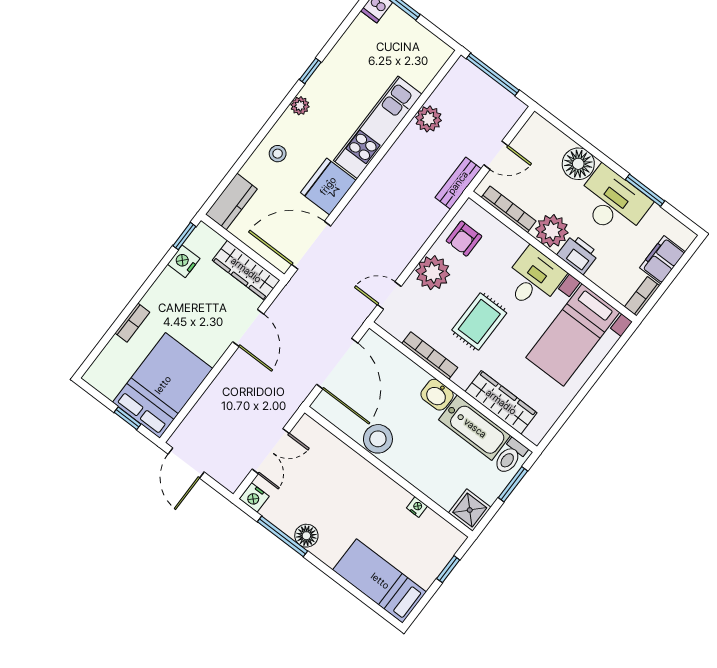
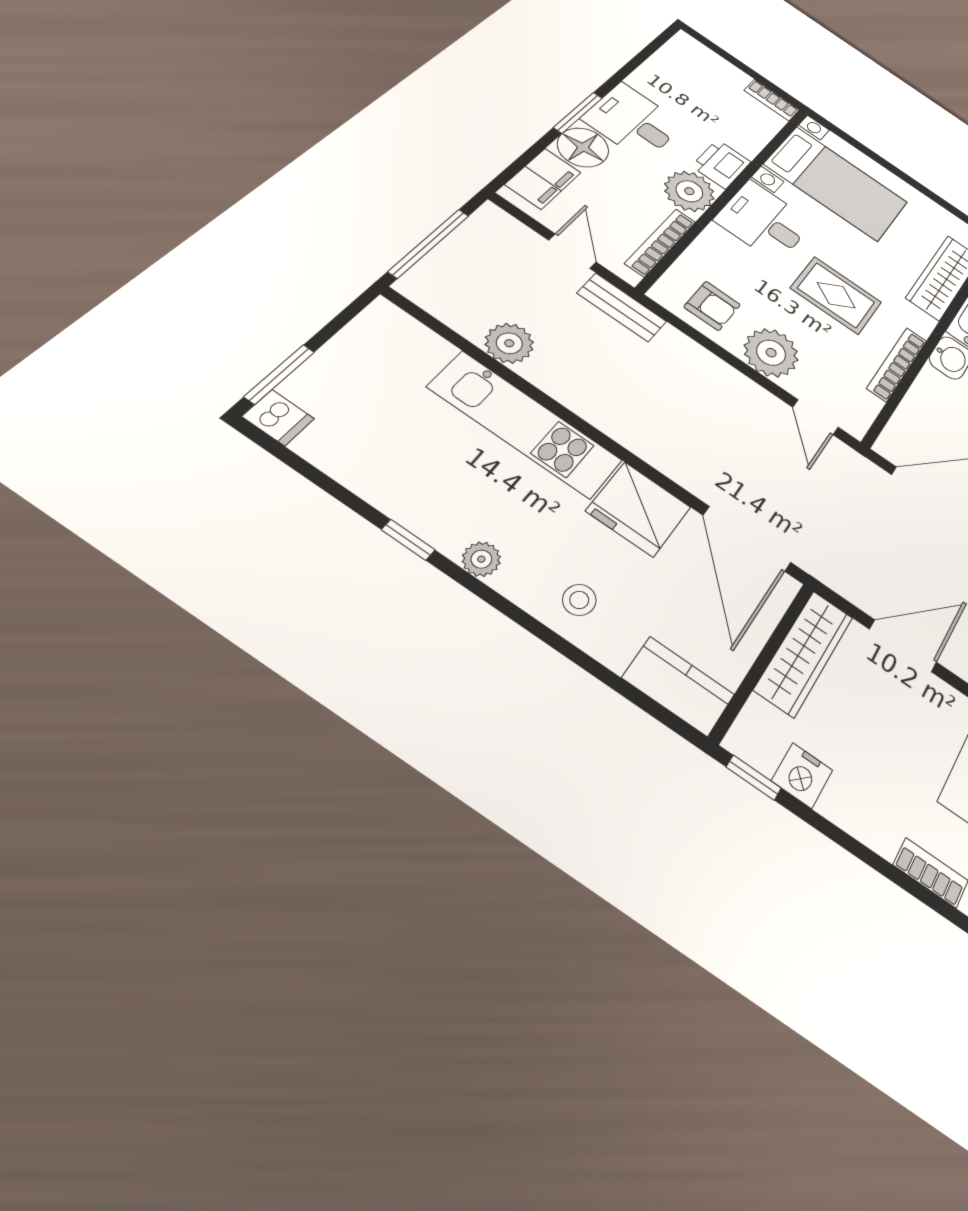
window: (645, 190) -> (578, 113), moved
desk: (613, 202) -> (633, 122), width x0.73
filing cabinet: (662, 260) -> (543, 179), moved, turned -90

